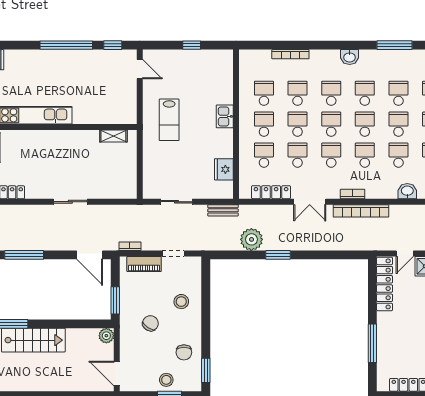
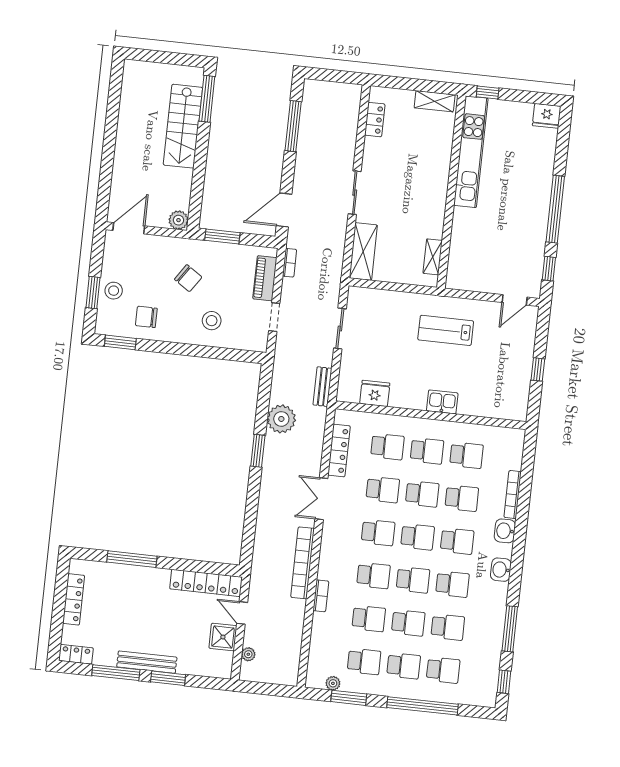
shelving: (115, 190) -> (363, 251), added
washbasin: (407, 191) -> (505, 531), moved, turned 180
bookcase: (353, 194) -> (321, 596), moved

